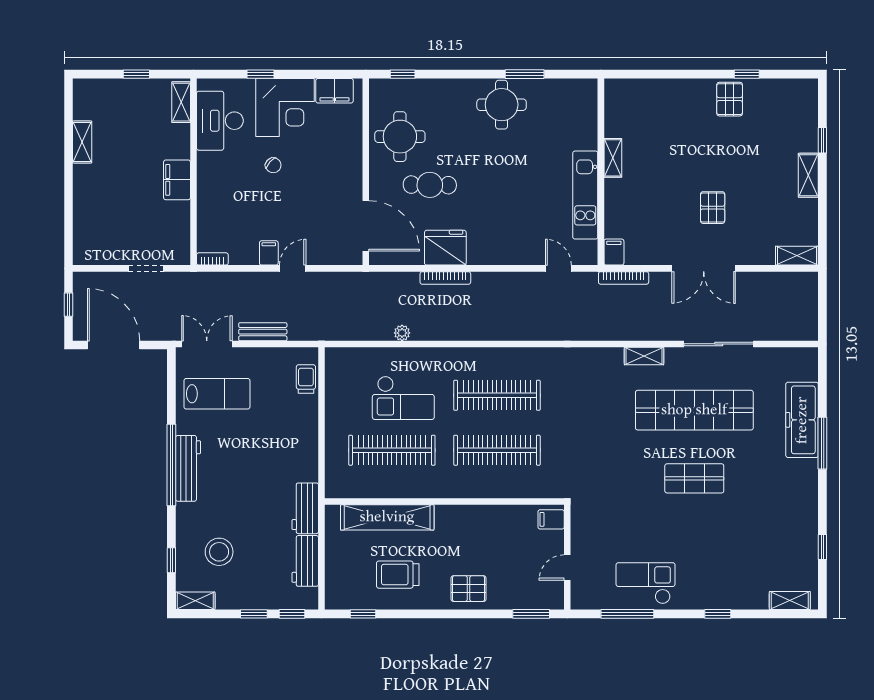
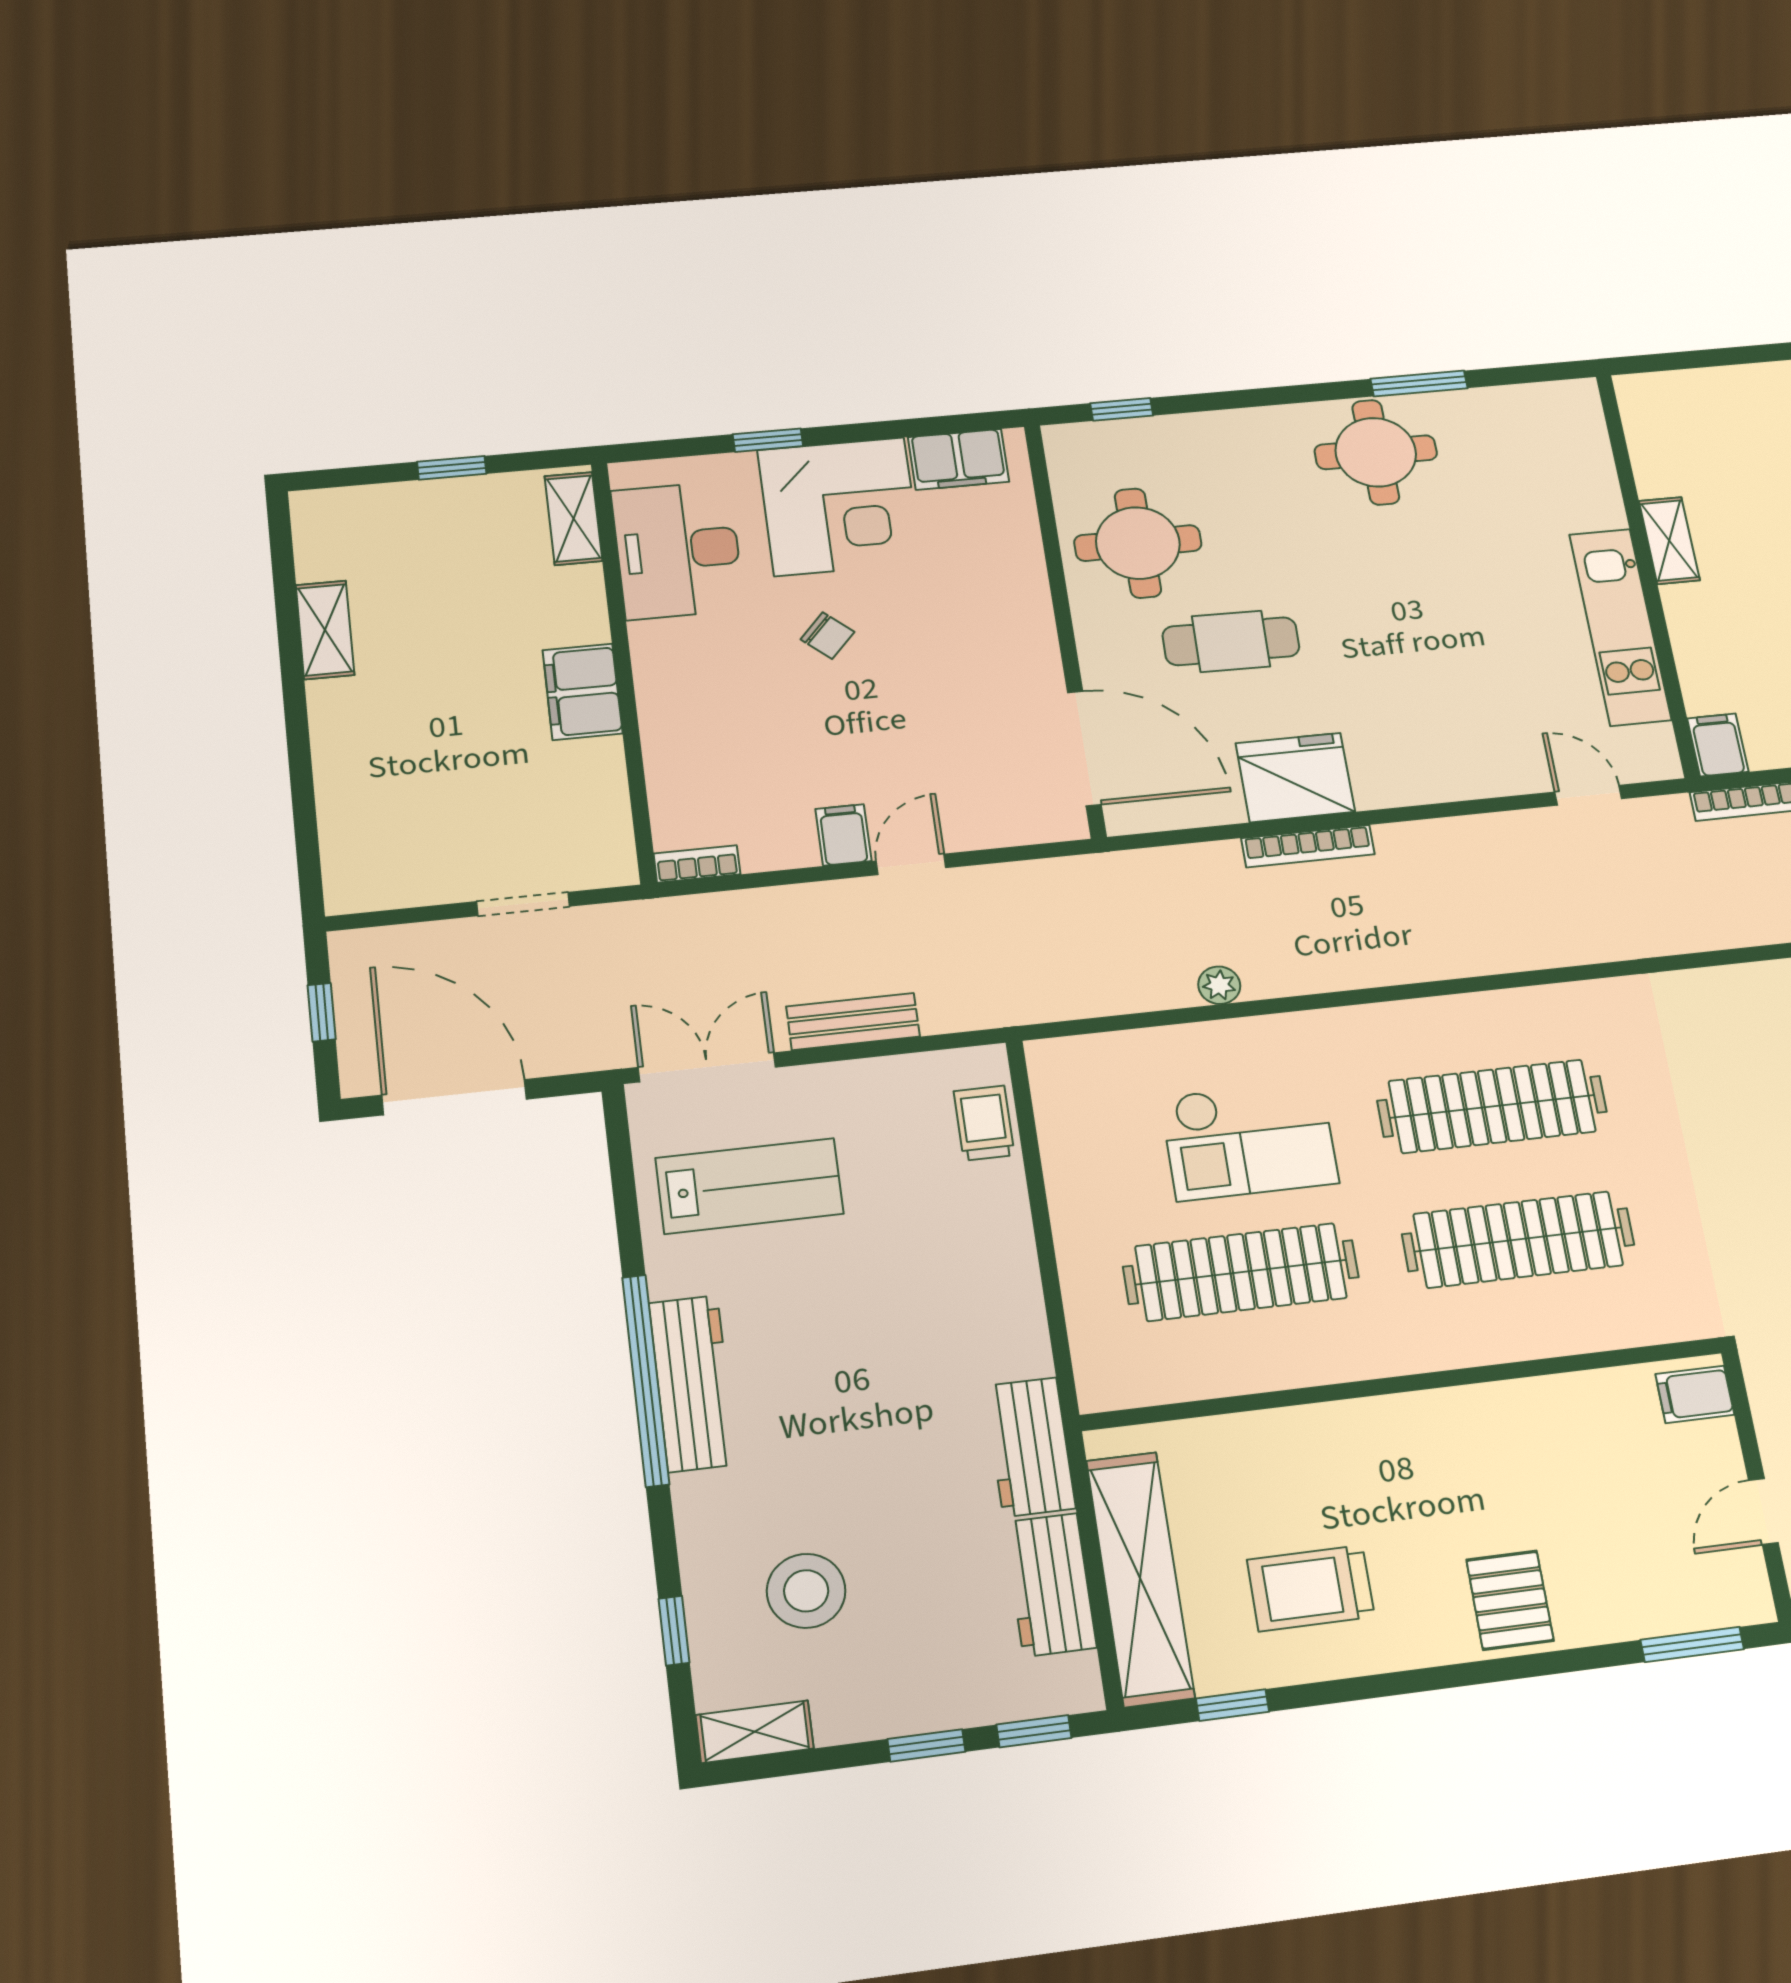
shelving: (387, 517) -> (1140, 1579), moved, turned 90
pallet: (469, 589) -> (1510, 1600), turned 90

